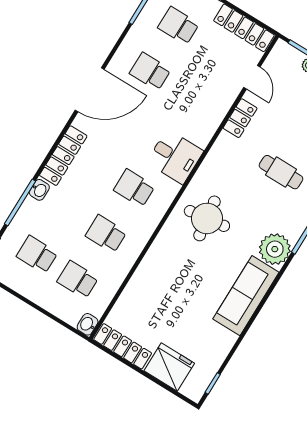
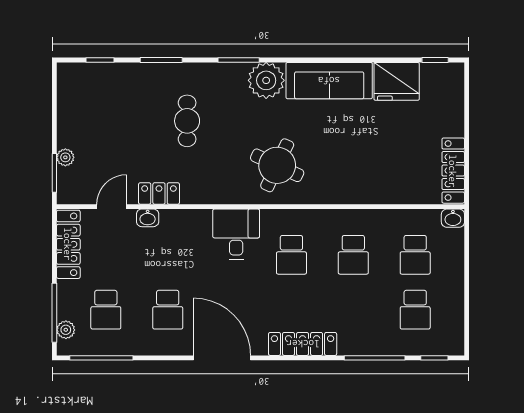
washbasin: (39, 190) -> (148, 218), moved, turned 180
round table: (207, 218) -> (277, 165), turned 33
fridge: (169, 367) -> (397, 81), moved, turned -90

